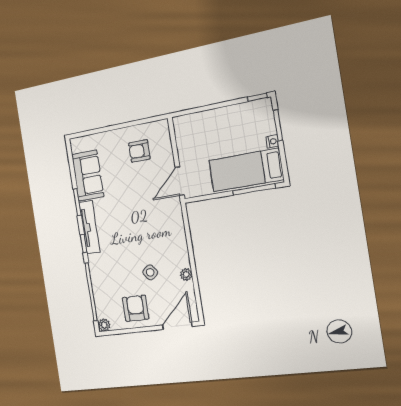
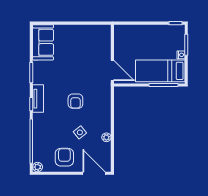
armchair: (139, 151) -> (75, 101), moved, turned -90
sofa: (88, 176) -> (43, 42), moved
door: (180, 181) -> (112, 70), swing flipped
tv unit: (89, 227) -> (38, 99), width x0.71
door: (177, 326) -> (94, 173), hinge flipped

